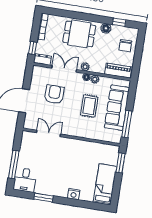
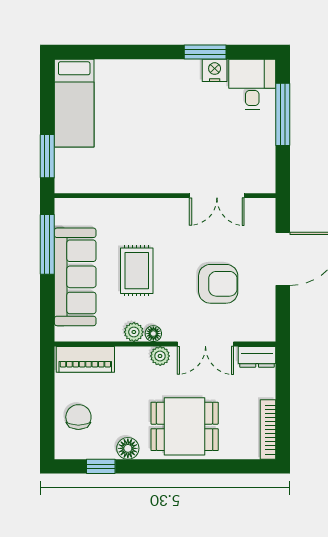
window: (33, 48) -> (283, 379), removed
armchair: (54, 94) -> (218, 284), turned -90
nightstand: (74, 194) -> (215, 70), moved

